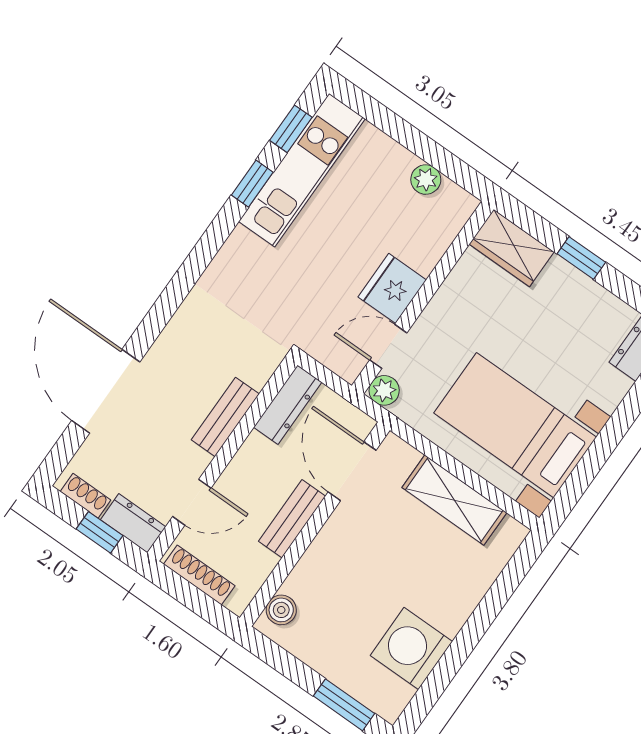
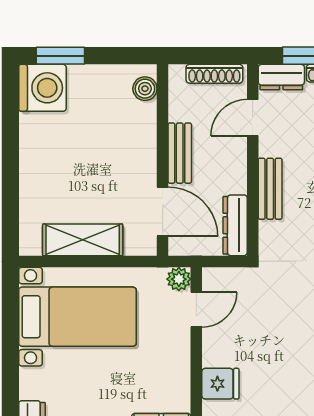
fridge: (392, 288) -> (220, 384), moved, width x0.72
washing machine: (411, 648) -> (42, 88), moved

